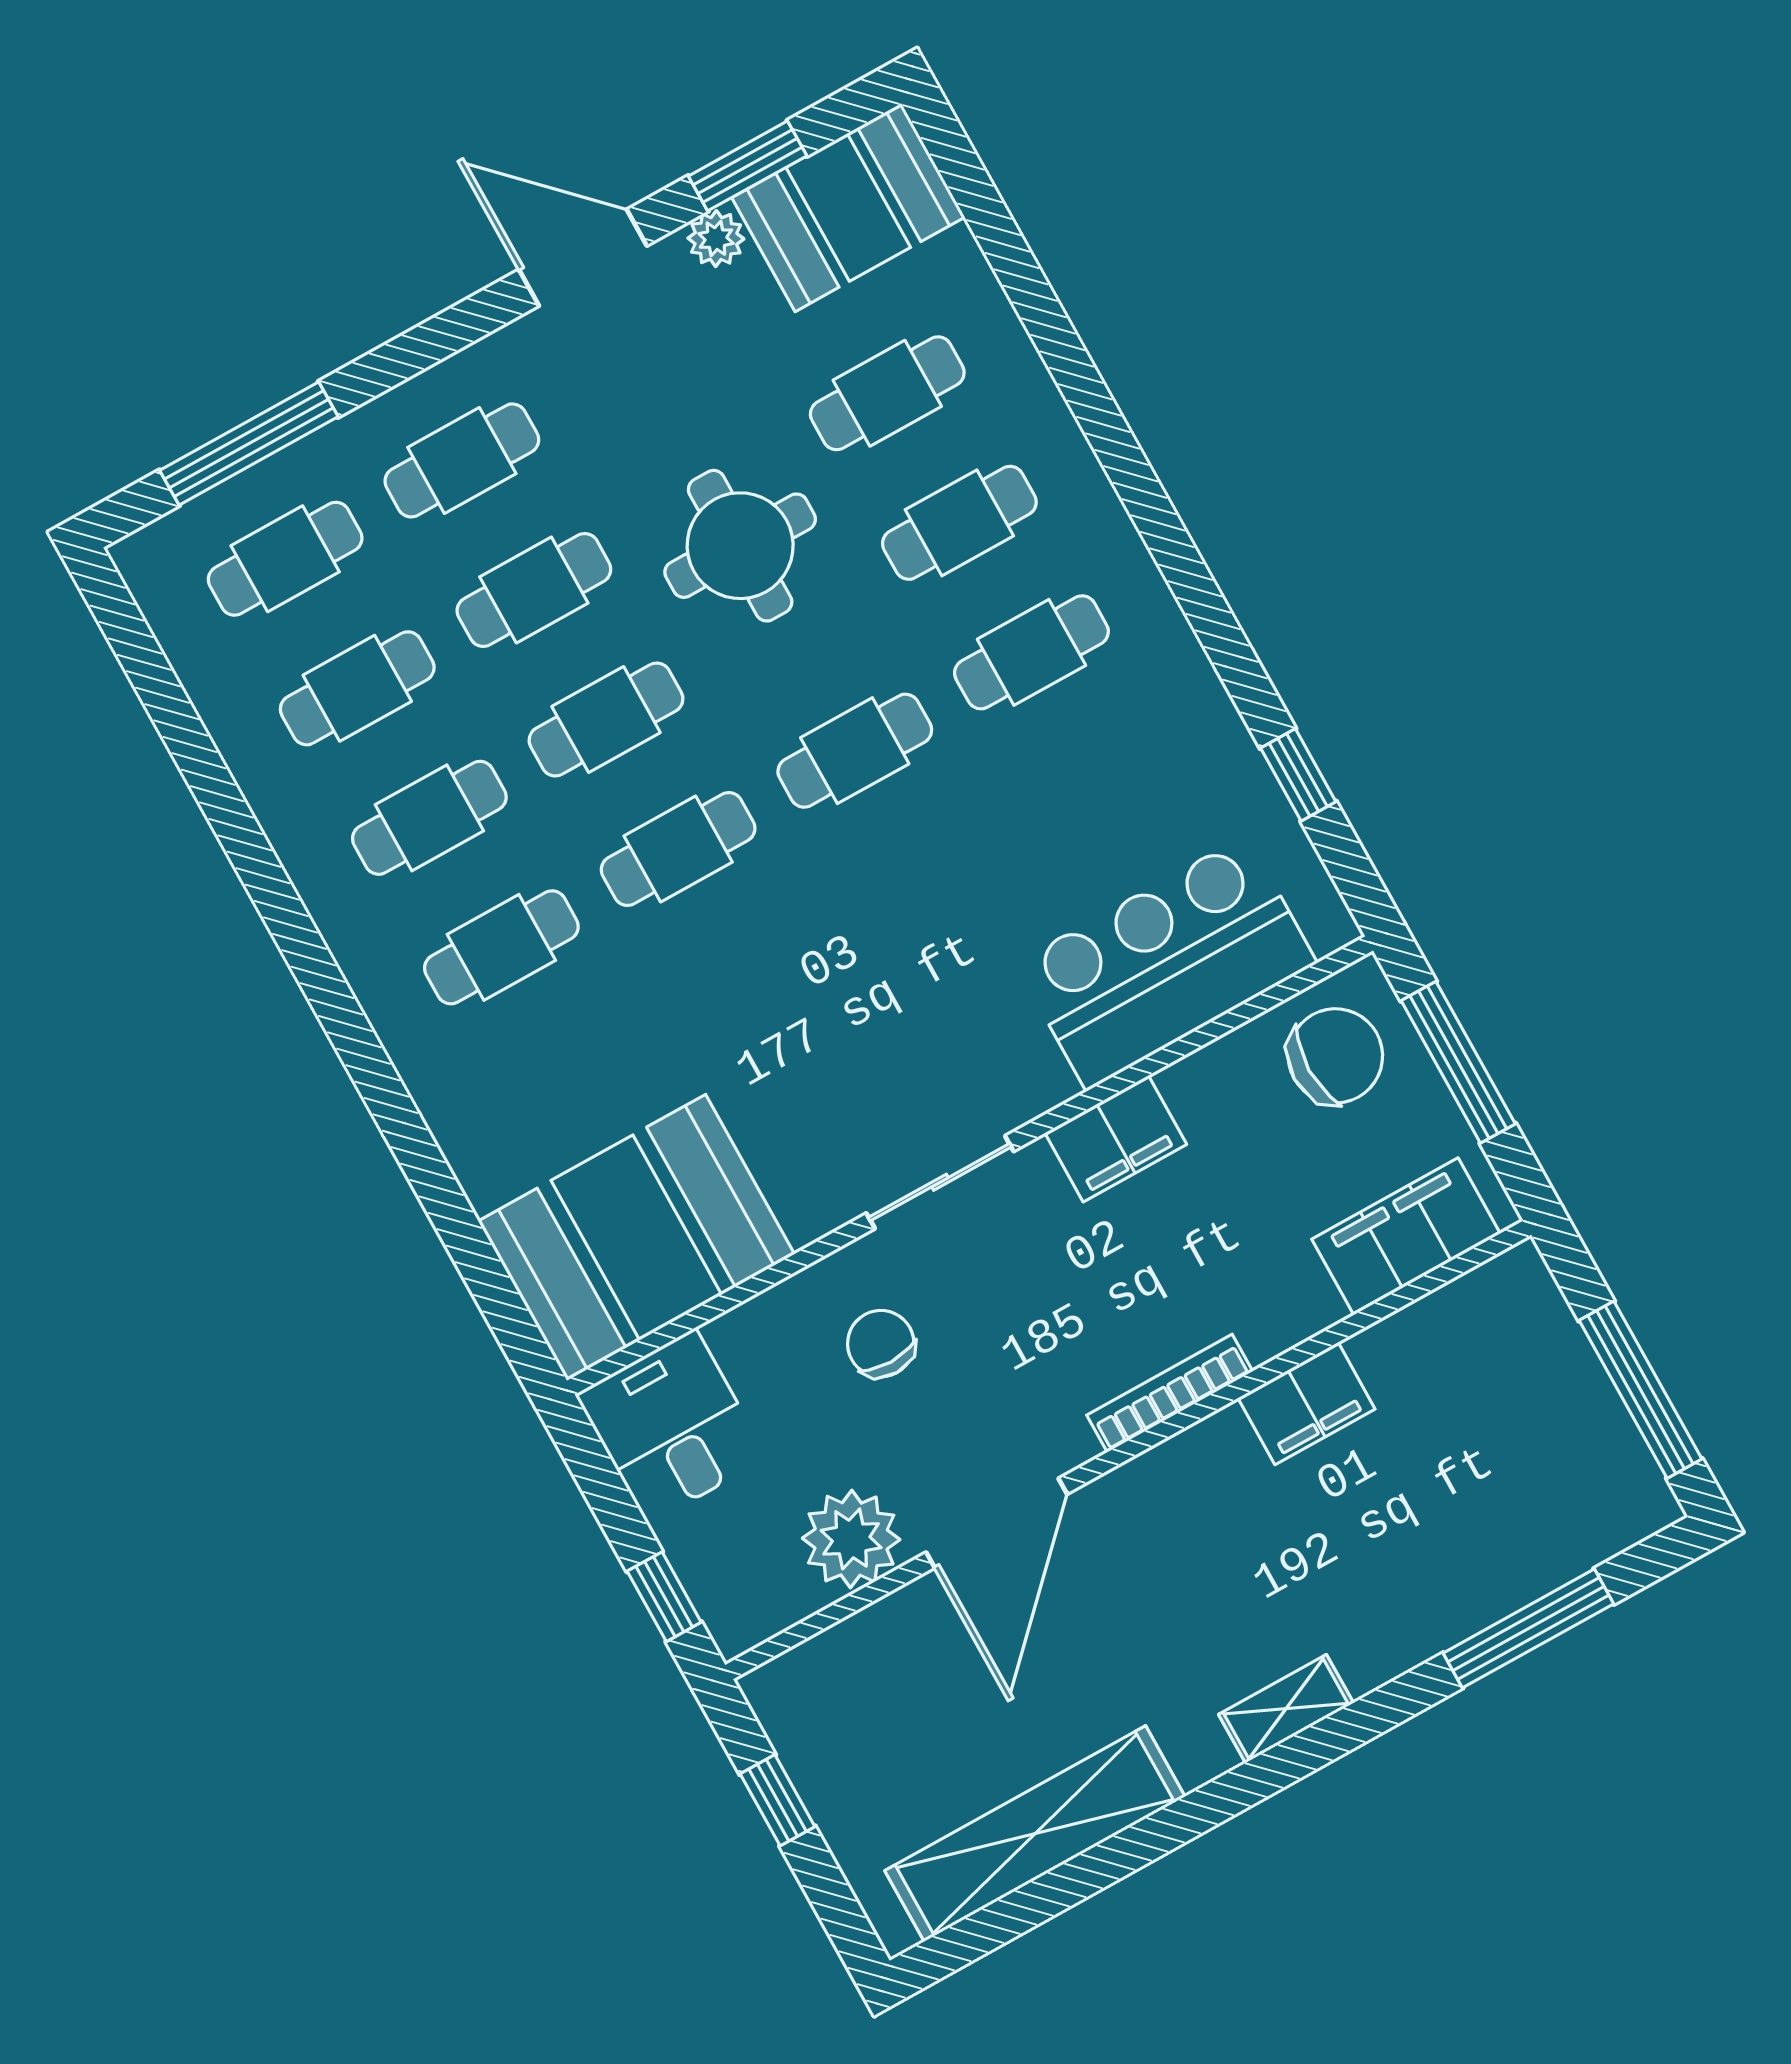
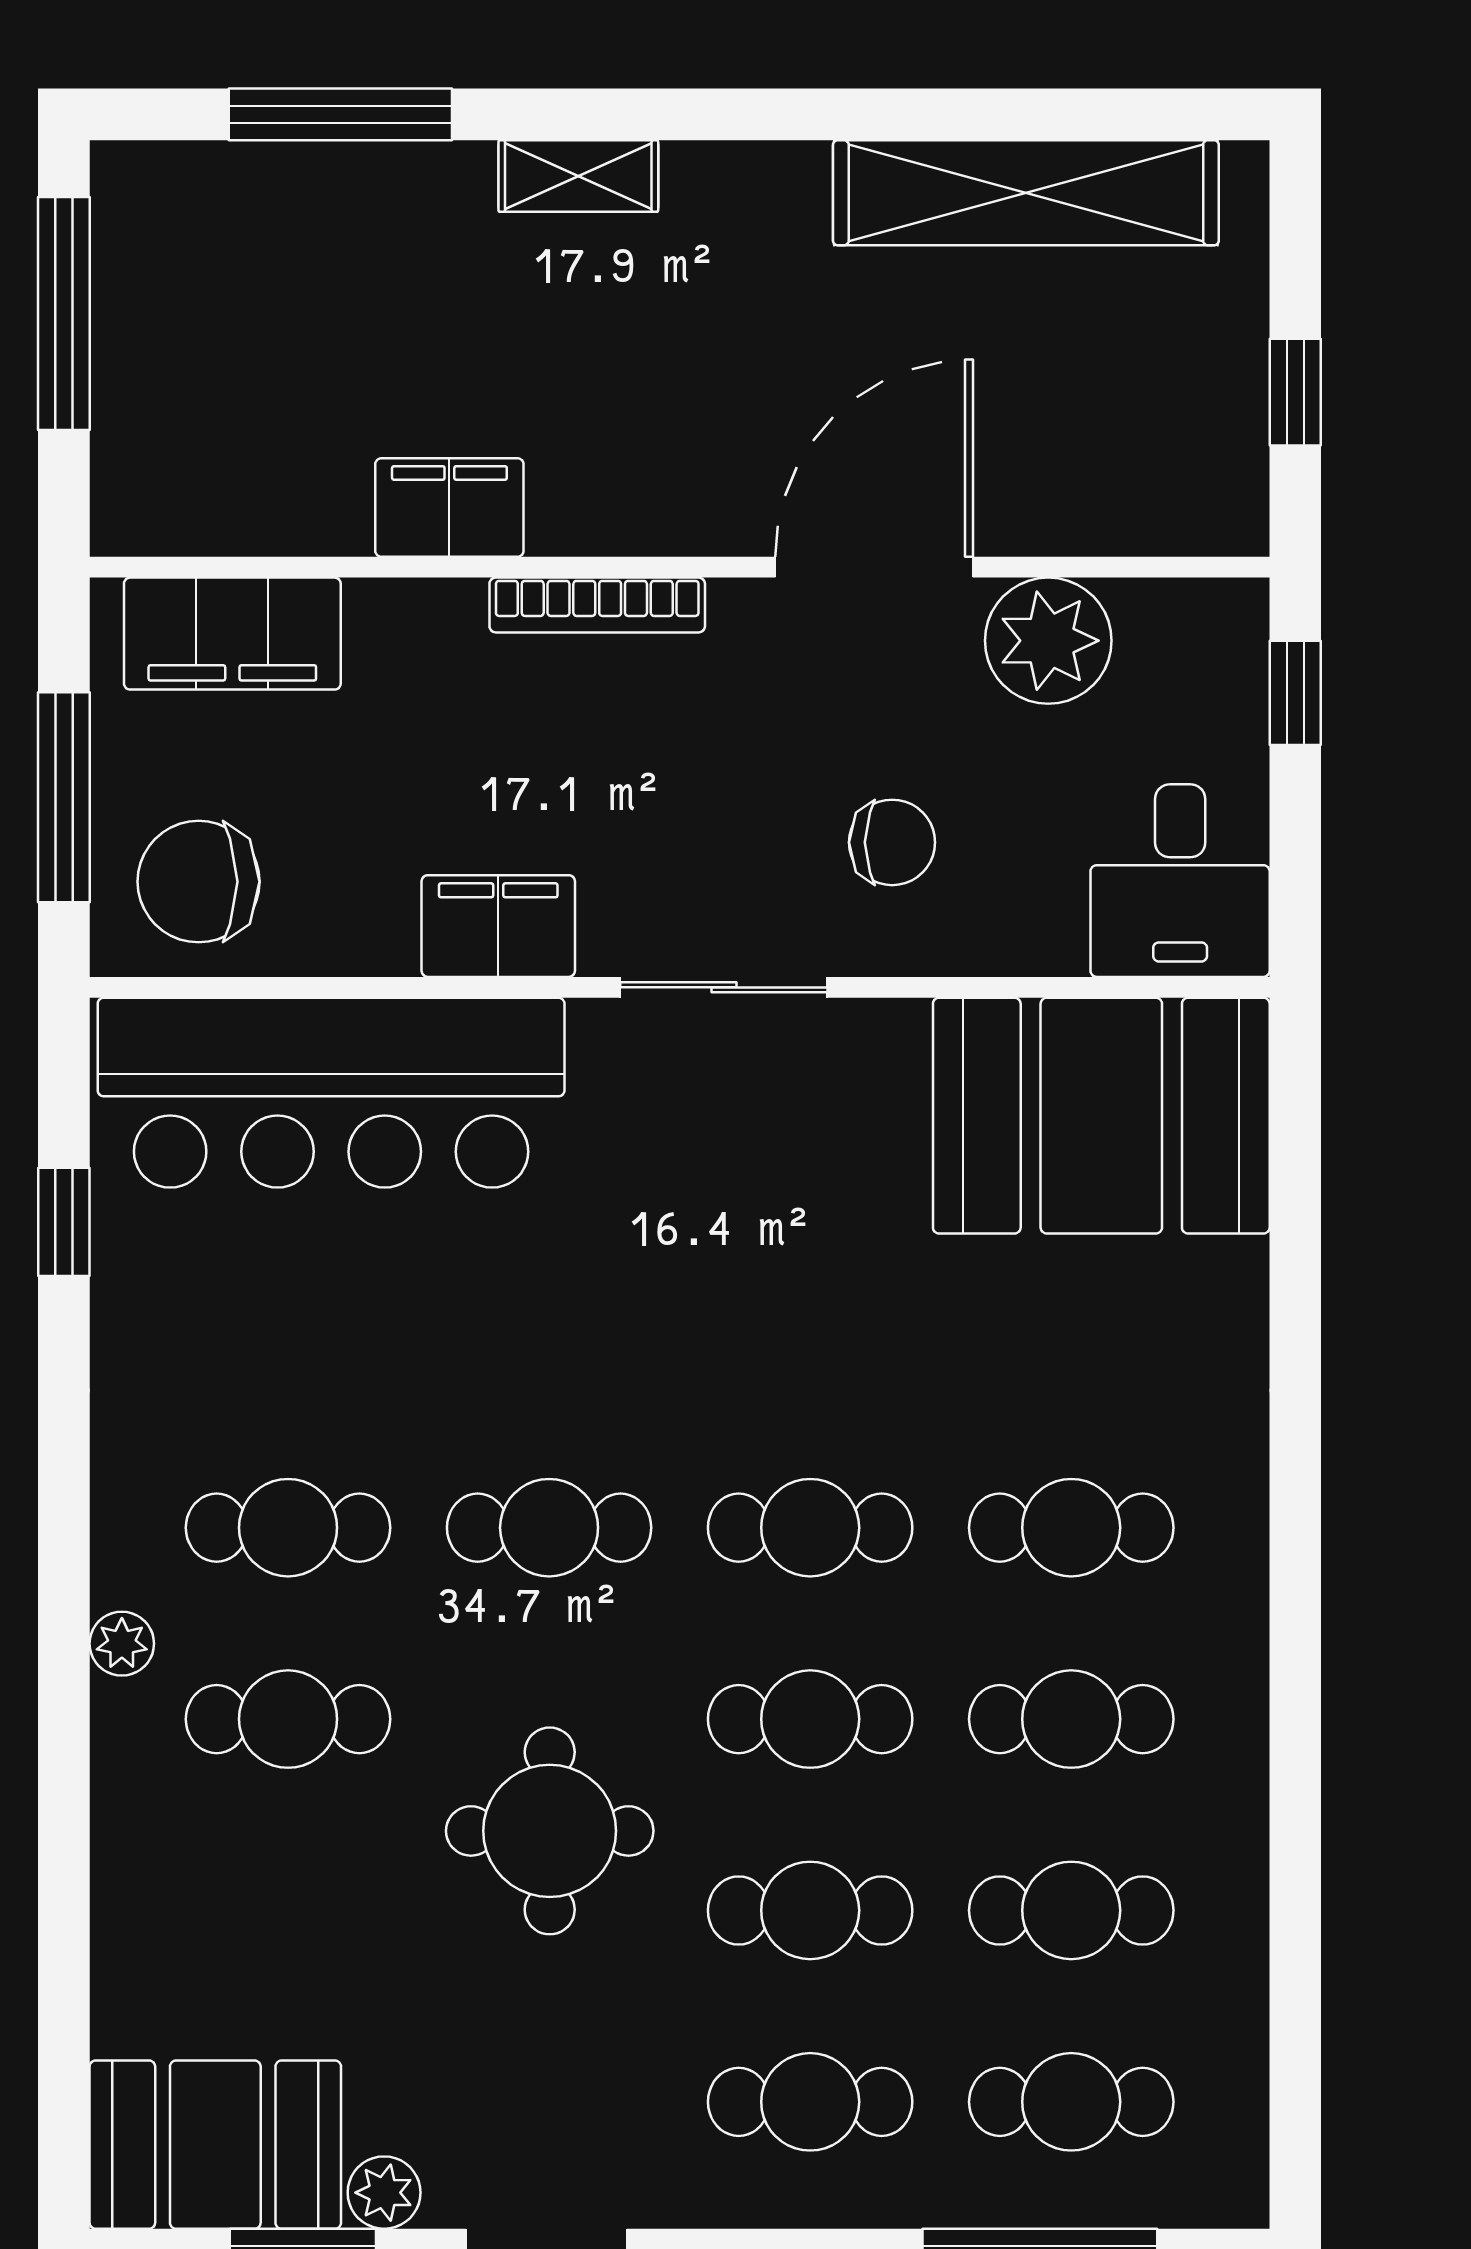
cafe table: (887, 393) -> (288, 1910), removed
plant: (1100, 511) -> (122, 1644), added
bar counter: (1166, 963) -> (331, 1093), width x1.36
chair: (881, 1344) -> (892, 842), turned -90
shelving: (1286, 1709) -> (578, 176), moved

